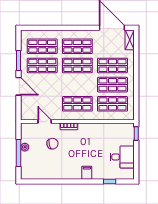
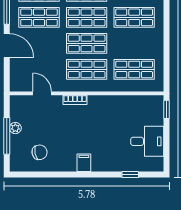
shop shelf: (112, 85) -> (87, 43), moved
chair: (52, 144) -> (40, 152), moved
filing cabinet: (87, 173) -> (84, 163), moved

